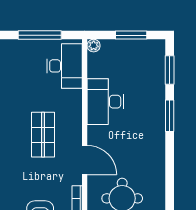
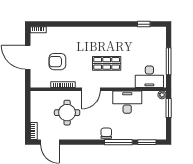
window: (131, 35) -> (169, 108), moved
window: (170, 116) -> (118, 142), width x1.44
chair: (155, 135) -> (106, 133), added

